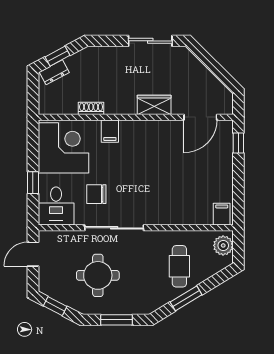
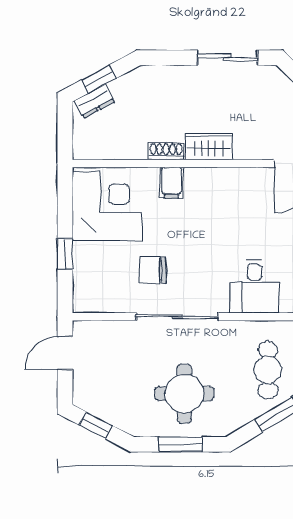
wardrobe: (154, 105) -> (209, 146), moved
shoe rack: (91, 108) -> (166, 151), moved
desk: (56, 206) -> (254, 286), moved
round table: (98, 275) -> (184, 394), moved

